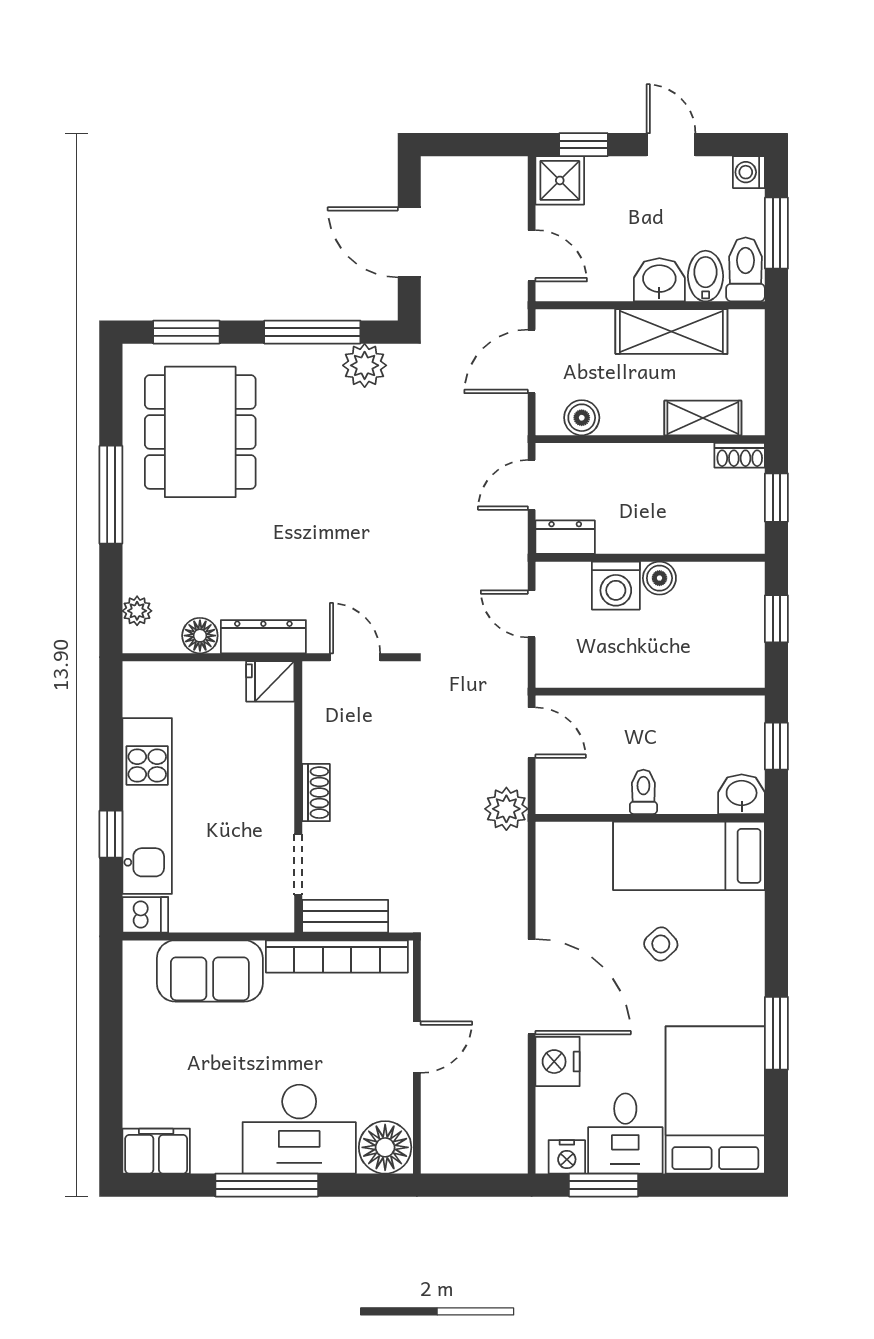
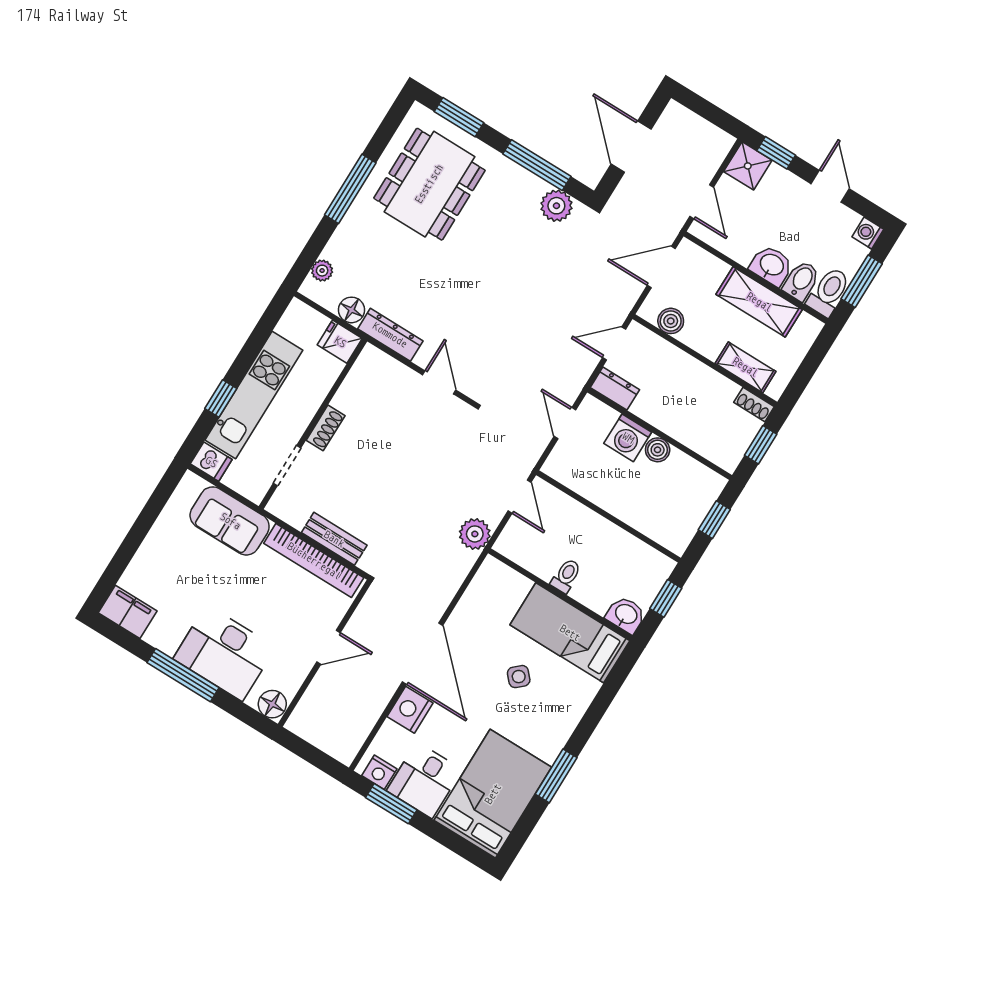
fridge: (270, 681) -> (340, 342), moved
shoe rack: (316, 793) -> (326, 428), moved
wall: (298, 797) -> (313, 424), moved
doorway: (298, 865) -> (287, 466), moved
floor lamp: (385, 1147) -> (272, 704), width x0.73, depth x0.73

